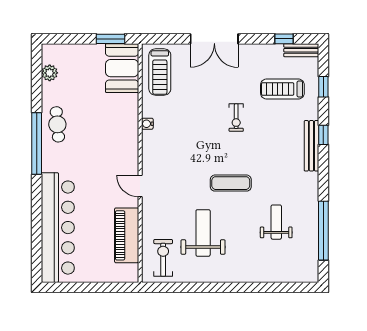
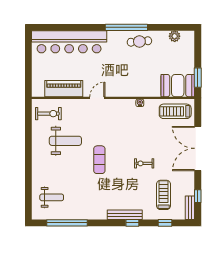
double door: (214, 39) -> (198, 148), width x1.36
weight bench: (276, 222) -> (52, 197), moved

